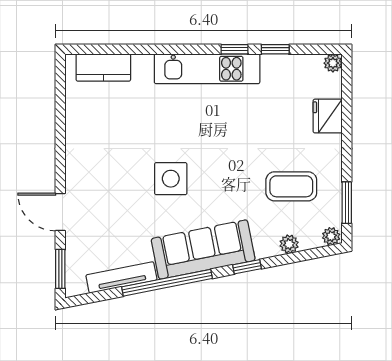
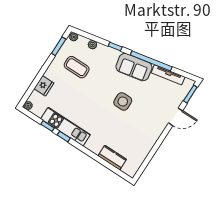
kitchen counter: (103, 68) -> (112, 158), moved
kitchen unit: (207, 69) -> (66, 127), moved
door: (60, 212) -> (176, 117), hinge flipped
sofa: (203, 249) -> (134, 67), width x0.73

